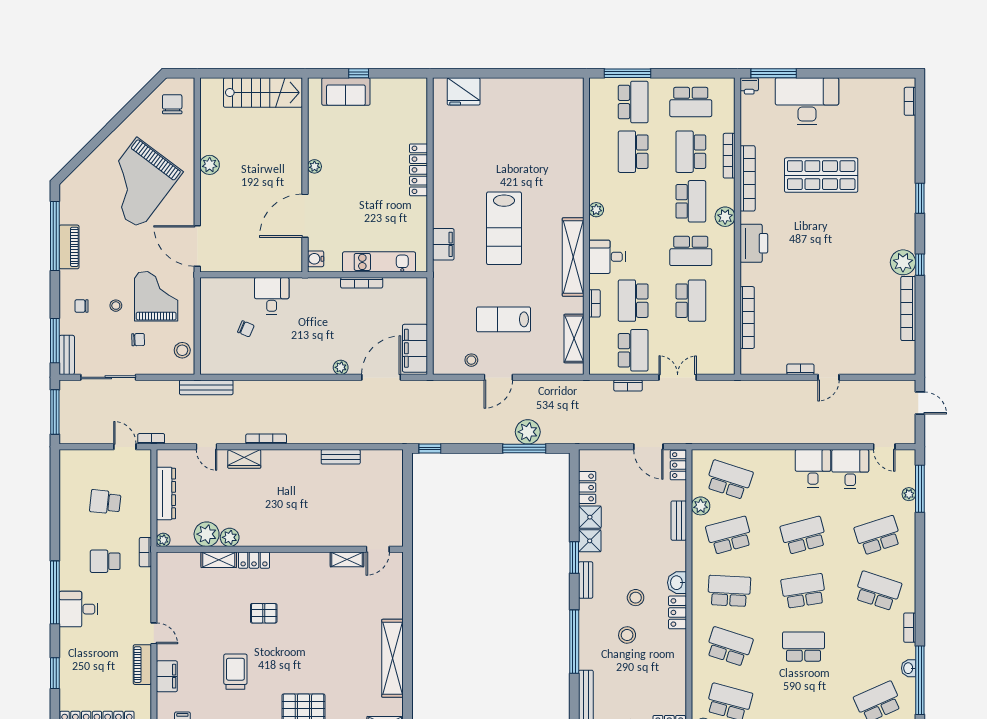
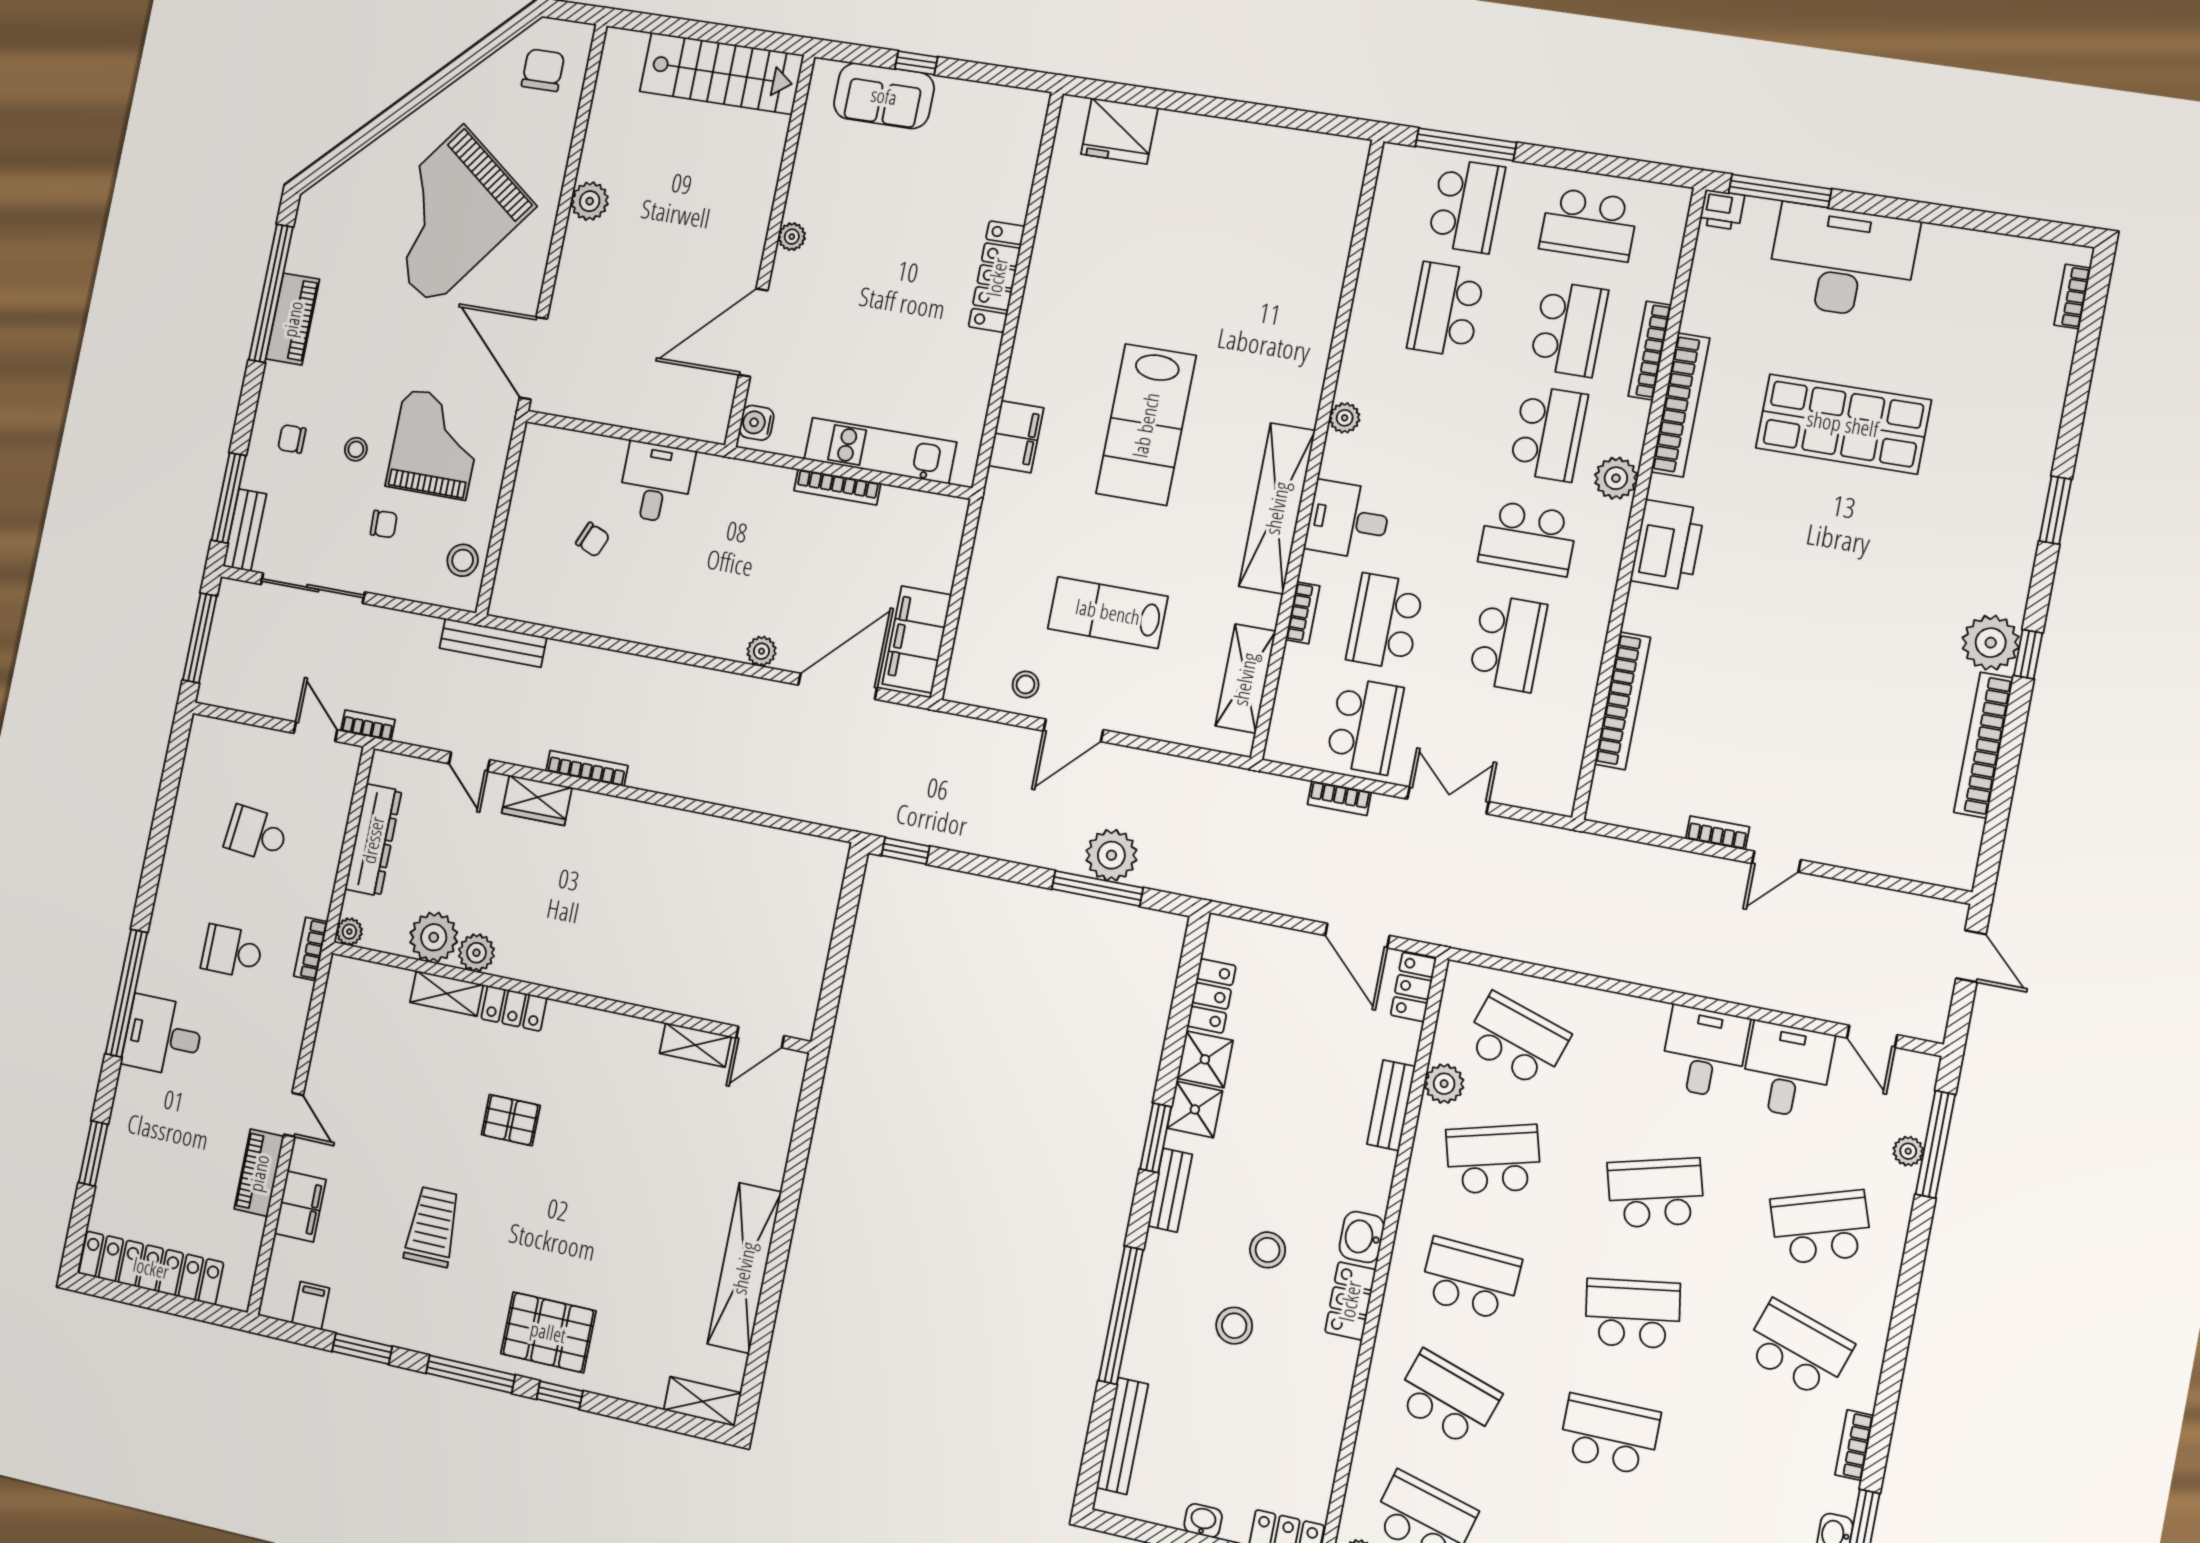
school desk: (691, 152) -> (1569, 329), turned 180
bench: (341, 457) -> (725, 833), removed

